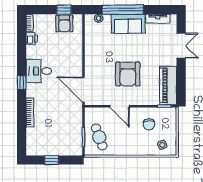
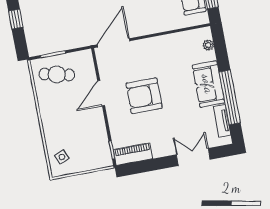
window: (123, 10) -> (230, 97), moved
double door: (181, 46) -> (193, 157), swing flipped
piano: (168, 86) -> (133, 154), width x0.73, depth x0.75
chair: (149, 124) -> (85, 135), removed
cafe table: (99, 137) -> (57, 74), turned 33

